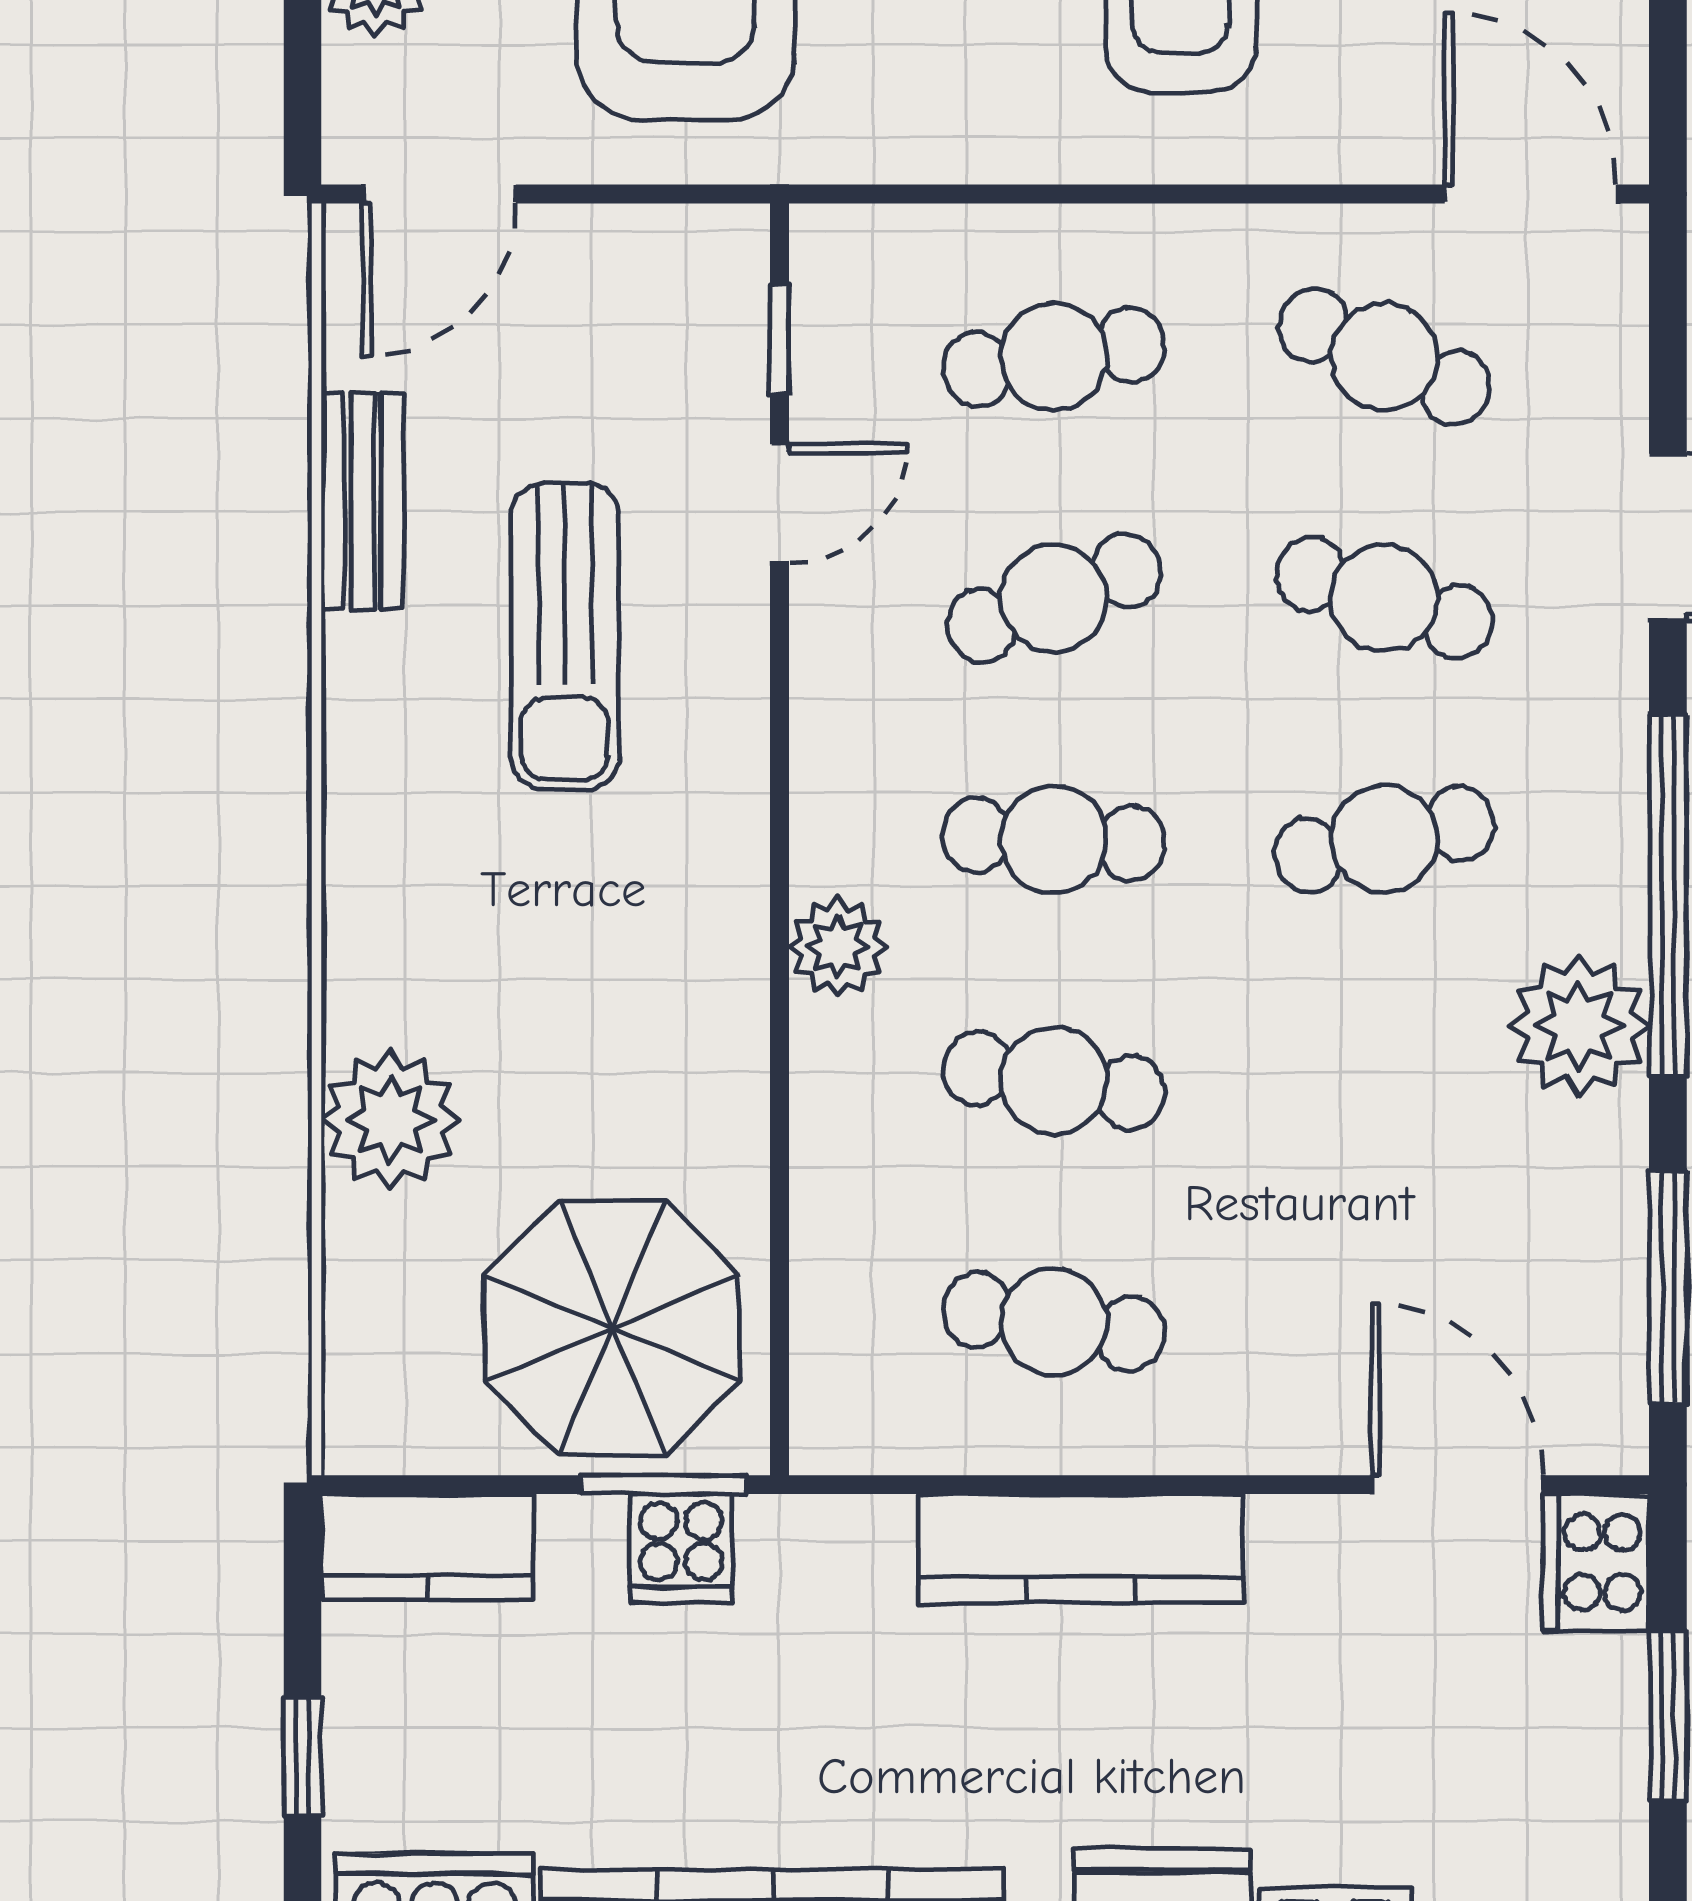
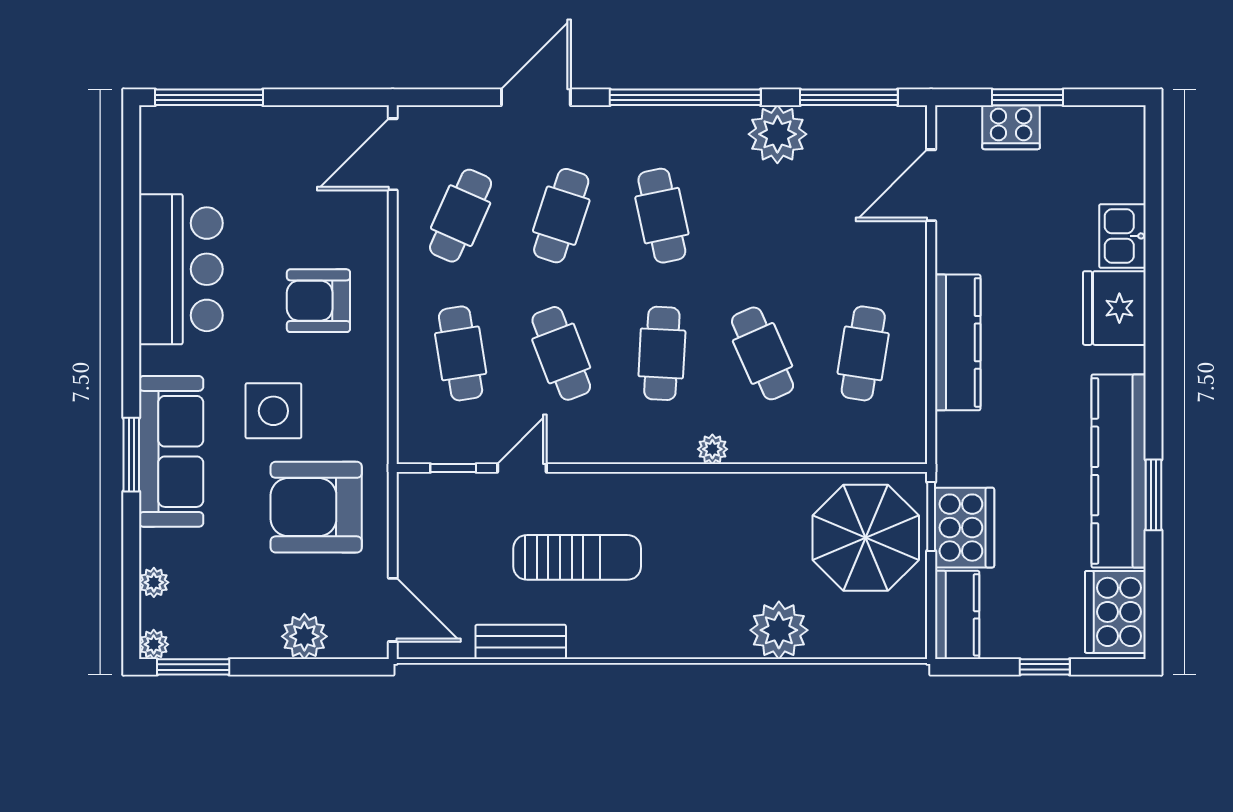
door: (779, 504) -> (522, 468), hinge flipped
plant: (838, 947) -> (712, 449), width x0.73, depth x0.73
plant: (1579, 1026) -> (777, 134), moved
cafe table: (1054, 1081) -> (763, 353), turned -33
cooker: (681, 1548) -> (965, 528), width x1.87, depth x1.31
cooker: (1596, 1562) -> (1011, 127), moved

